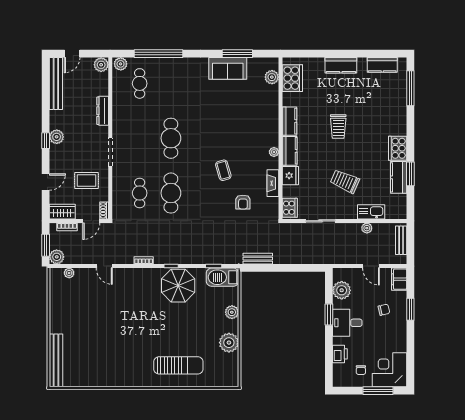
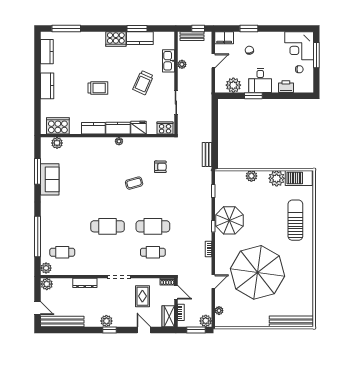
fireplace: (273, 183) -> (145, 142), removed
window: (410, 248) -> (198, 28), added
barbecue: (222, 277) -> (299, 178), moved, turned 90
parasol: (115, 319) -> (257, 272), added

